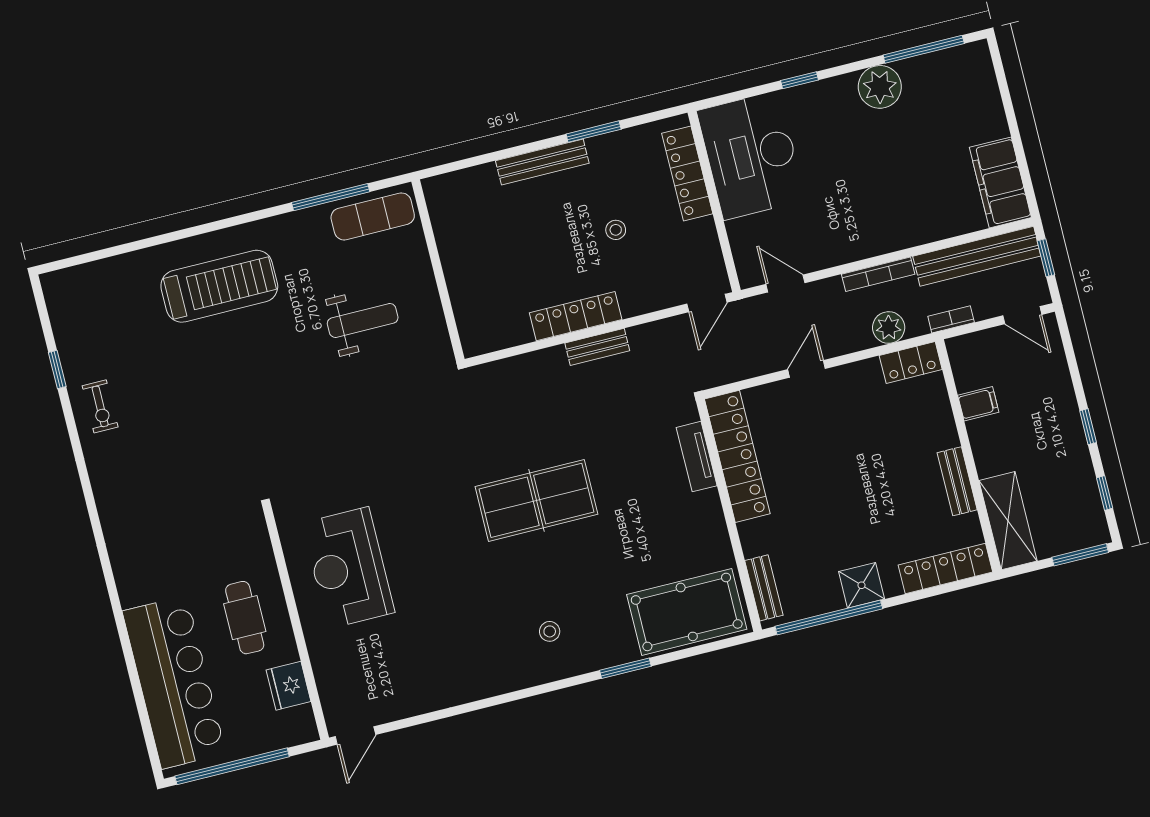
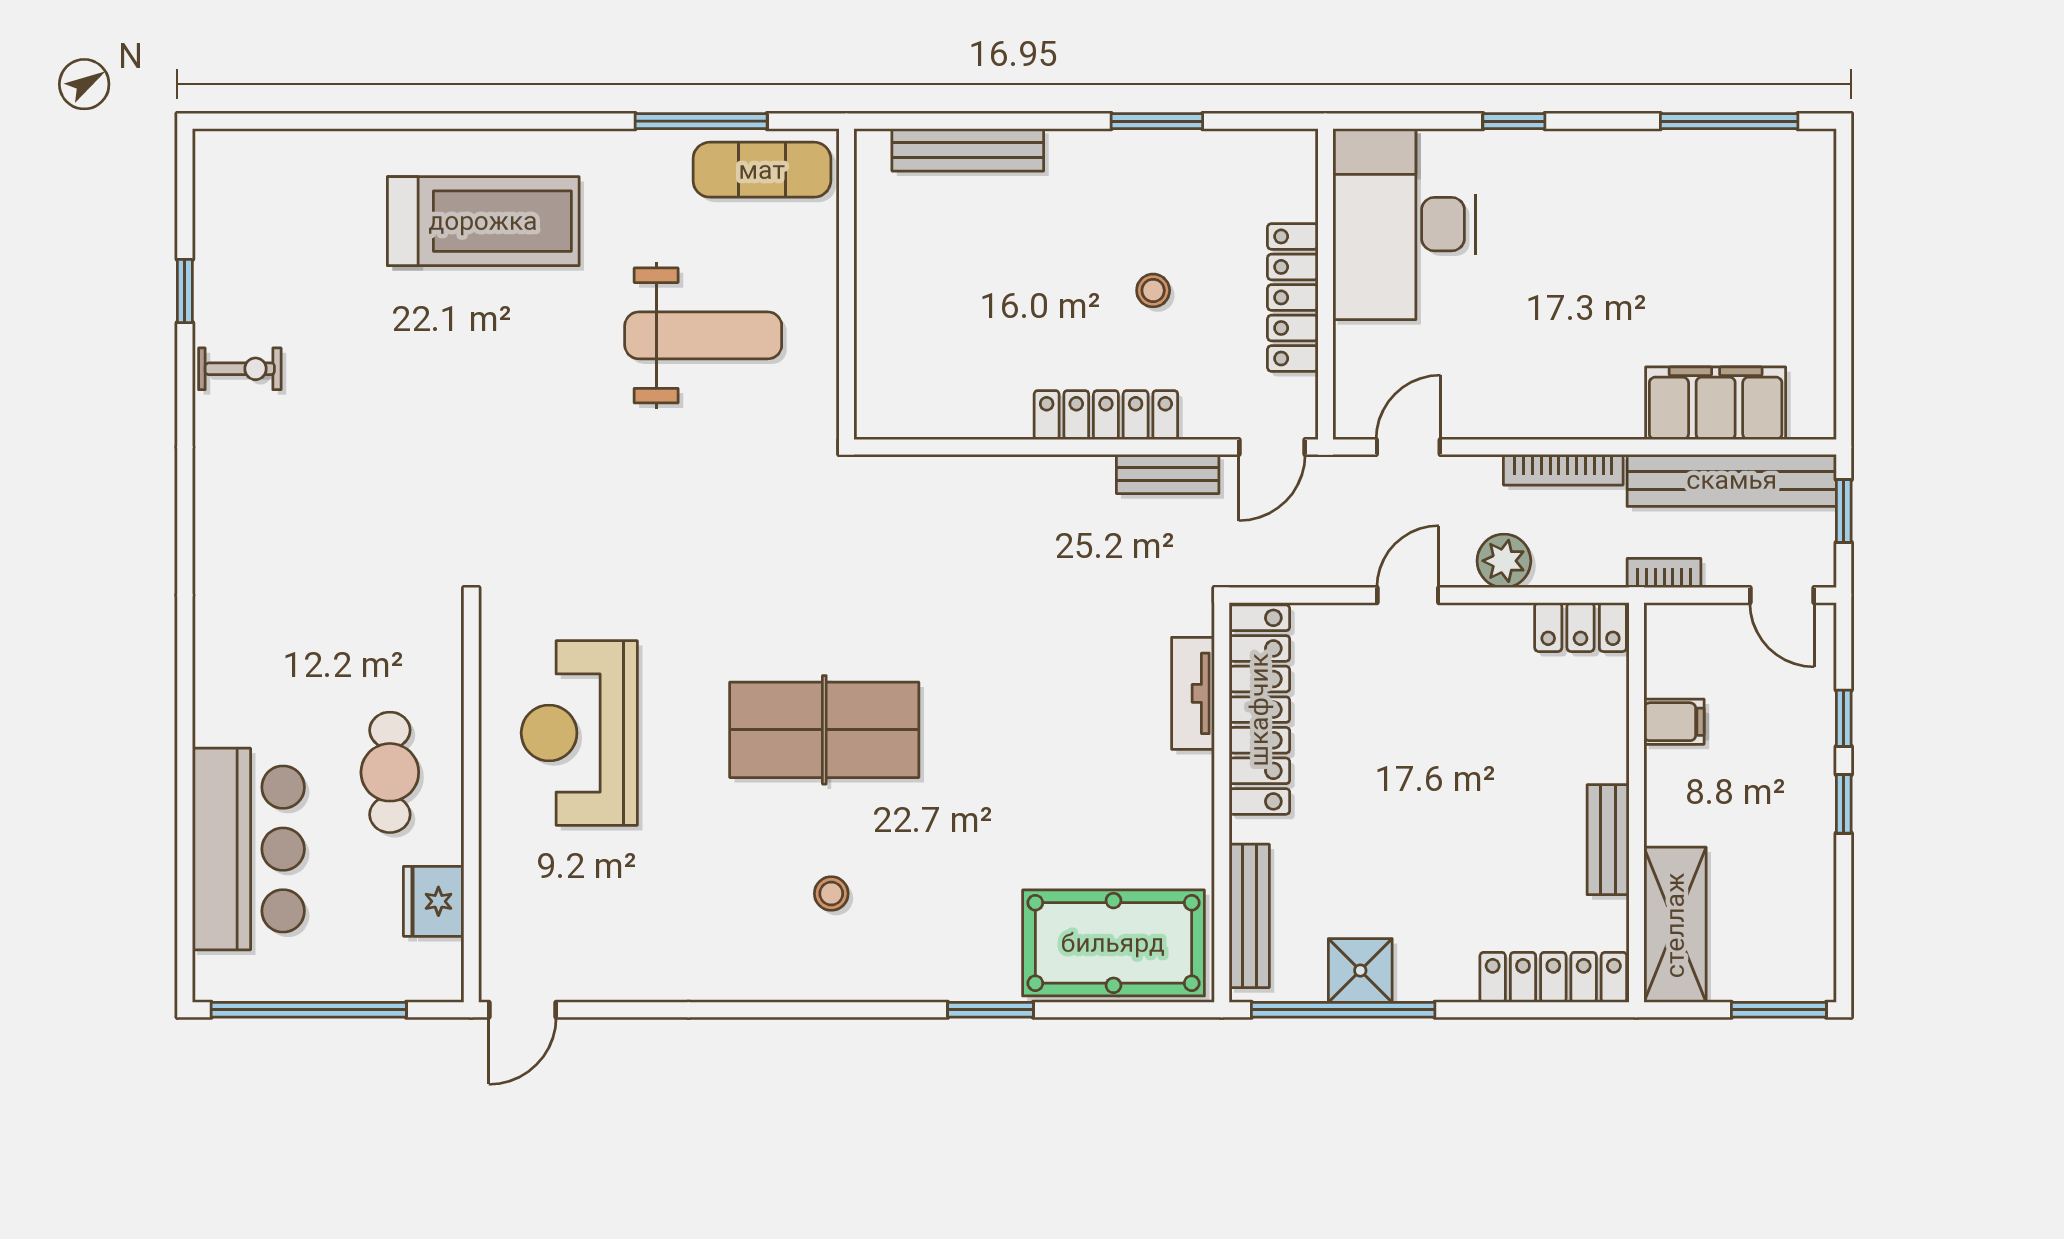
plant: (880, 87) -> (1642, 165), removed
bench: (542, 162) -> (968, 150), moved
locker: (687, 174) -> (1293, 297), moved
filing cabinet: (1000, 182) -> (1716, 403), moved, turned 90
door: (785, 283) -> (1408, 447), hinge flipped
locker: (576, 316) -> (1106, 415), moved
weight bench: (363, 320) -> (703, 335), width x1.36, depth x1.33
plant: (889, 328) -> (1504, 561), moved
bench: (597, 347) -> (1168, 474), moved
exercise bike: (100, 406) -> (240, 369), turned -90
window: (1105, 493) -> (1844, 718), moved
table tennis table: (536, 500) -> (824, 730), moved
shower: (862, 585) -> (1360, 971), moved
bench: (764, 588) -> (1249, 916), width x1.36
stool: (550, 631) -> (831, 894), moved
bar counter: (174, 682) -> (248, 849), width x0.73

